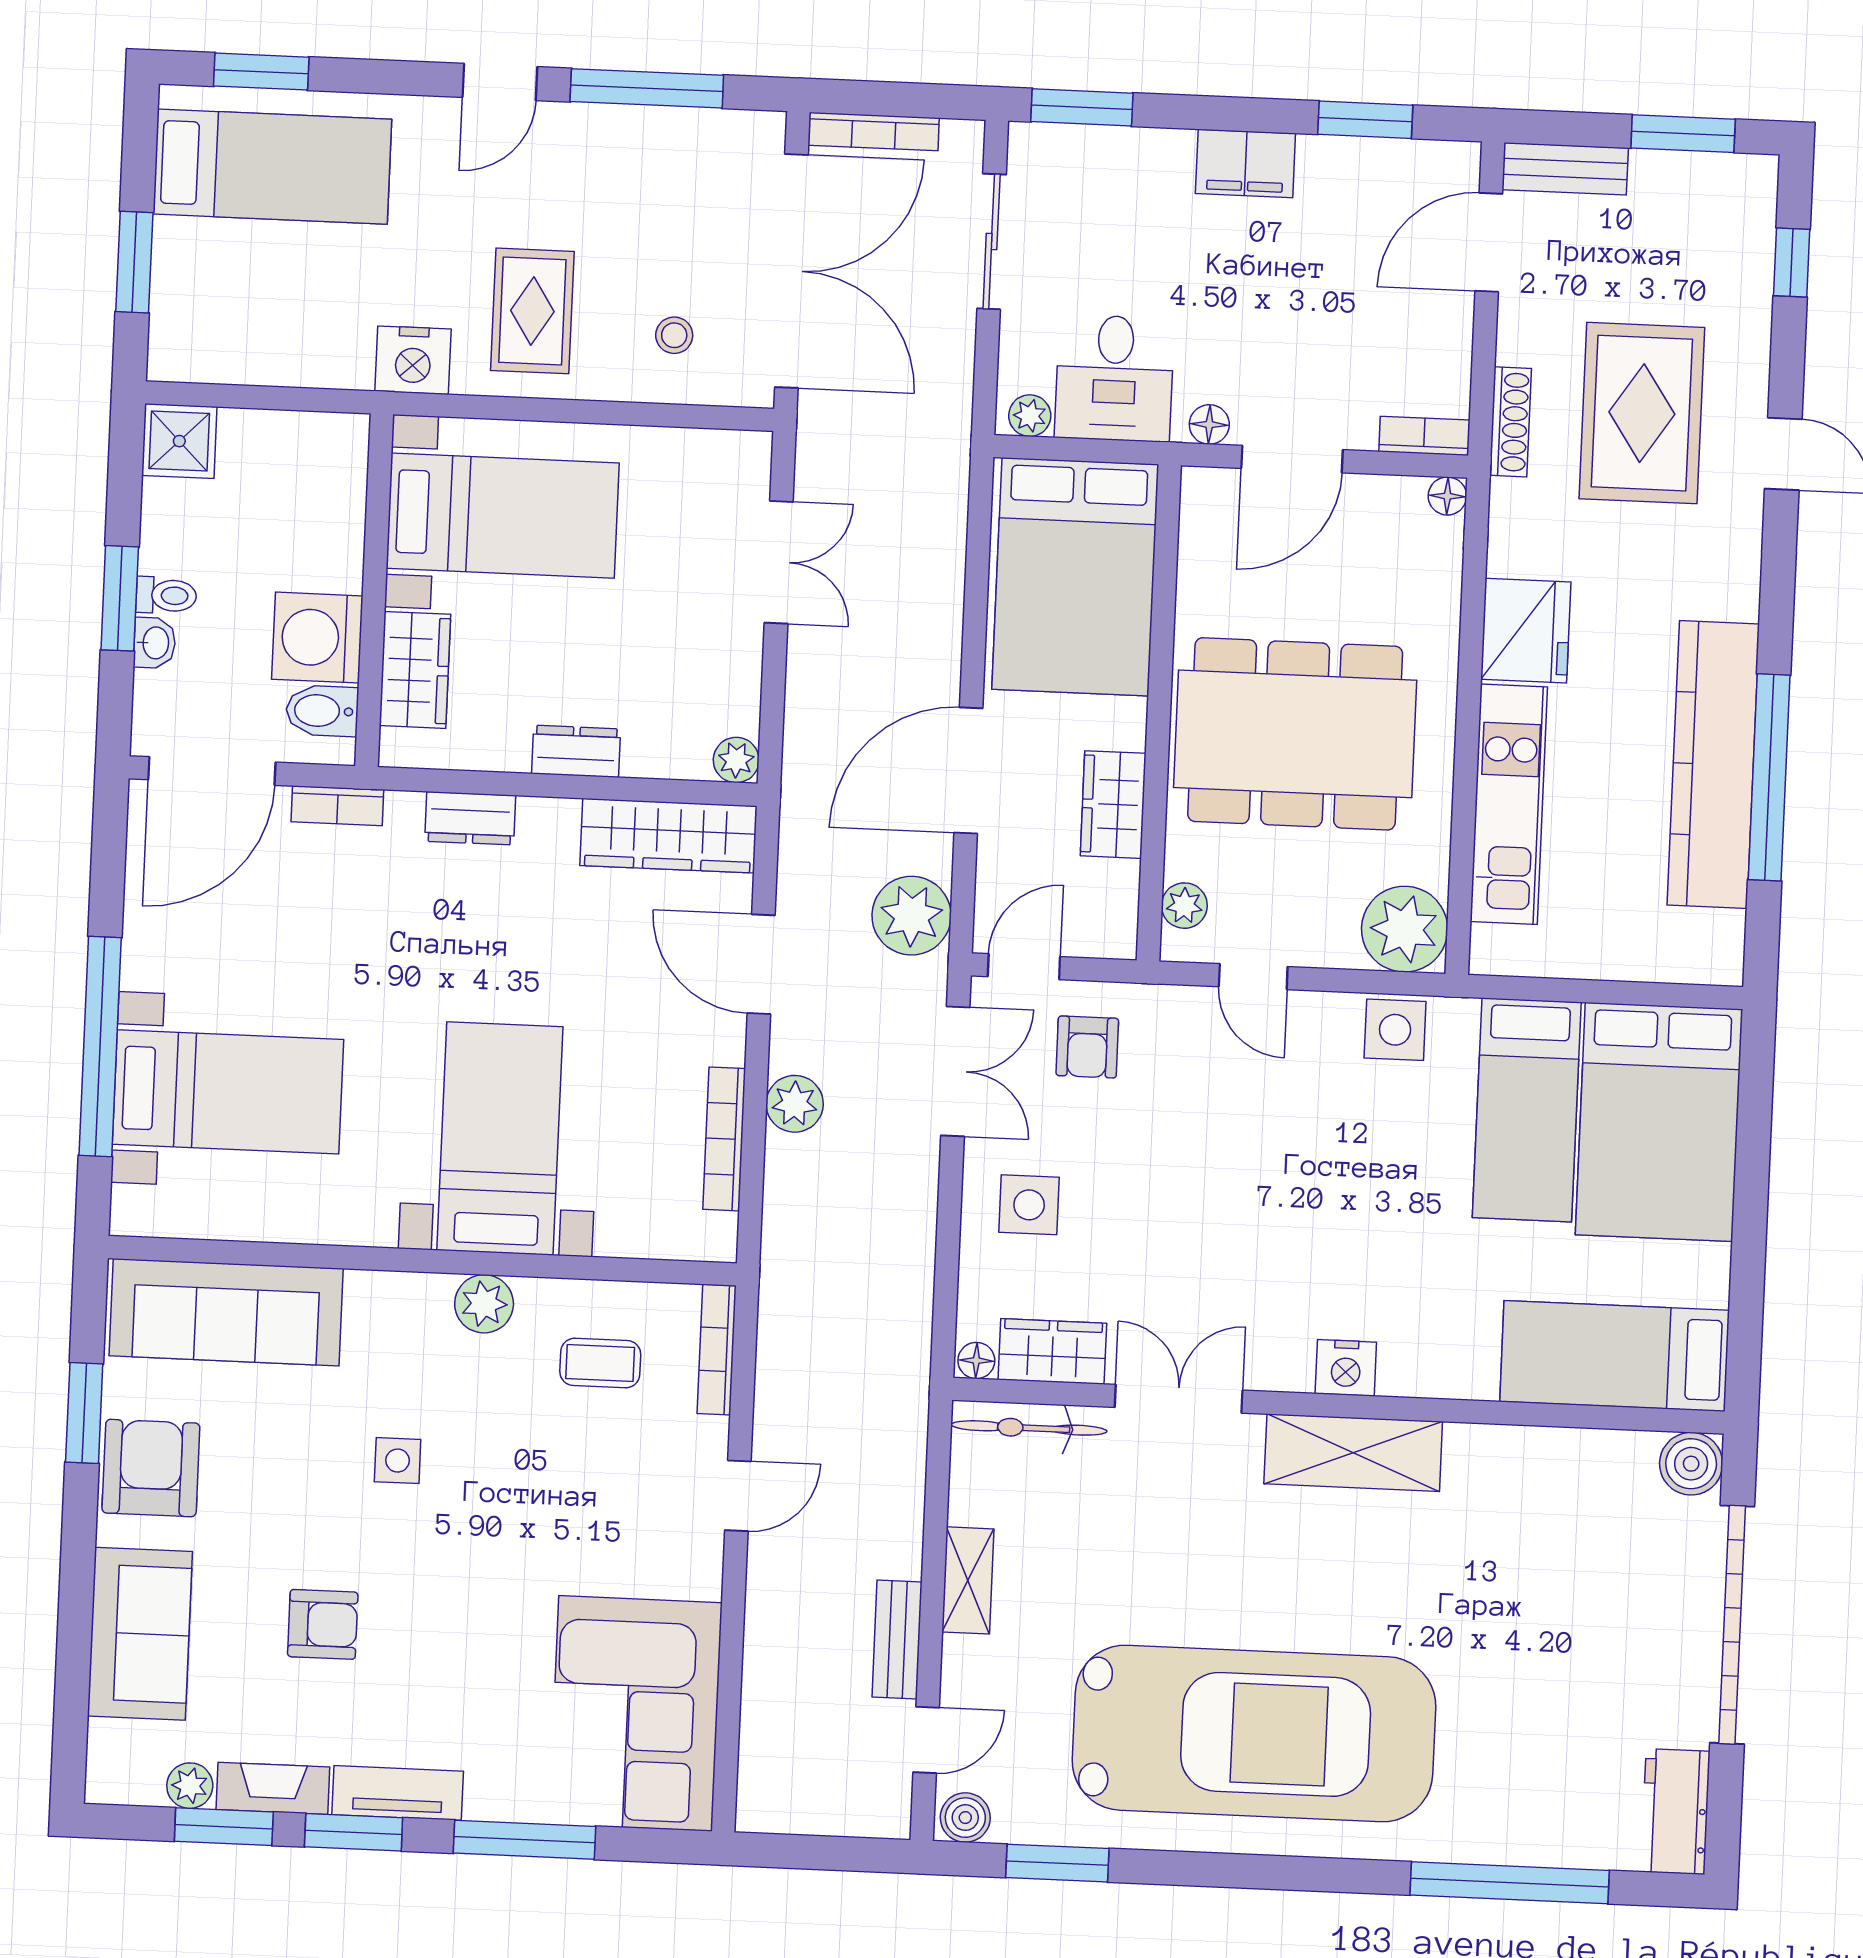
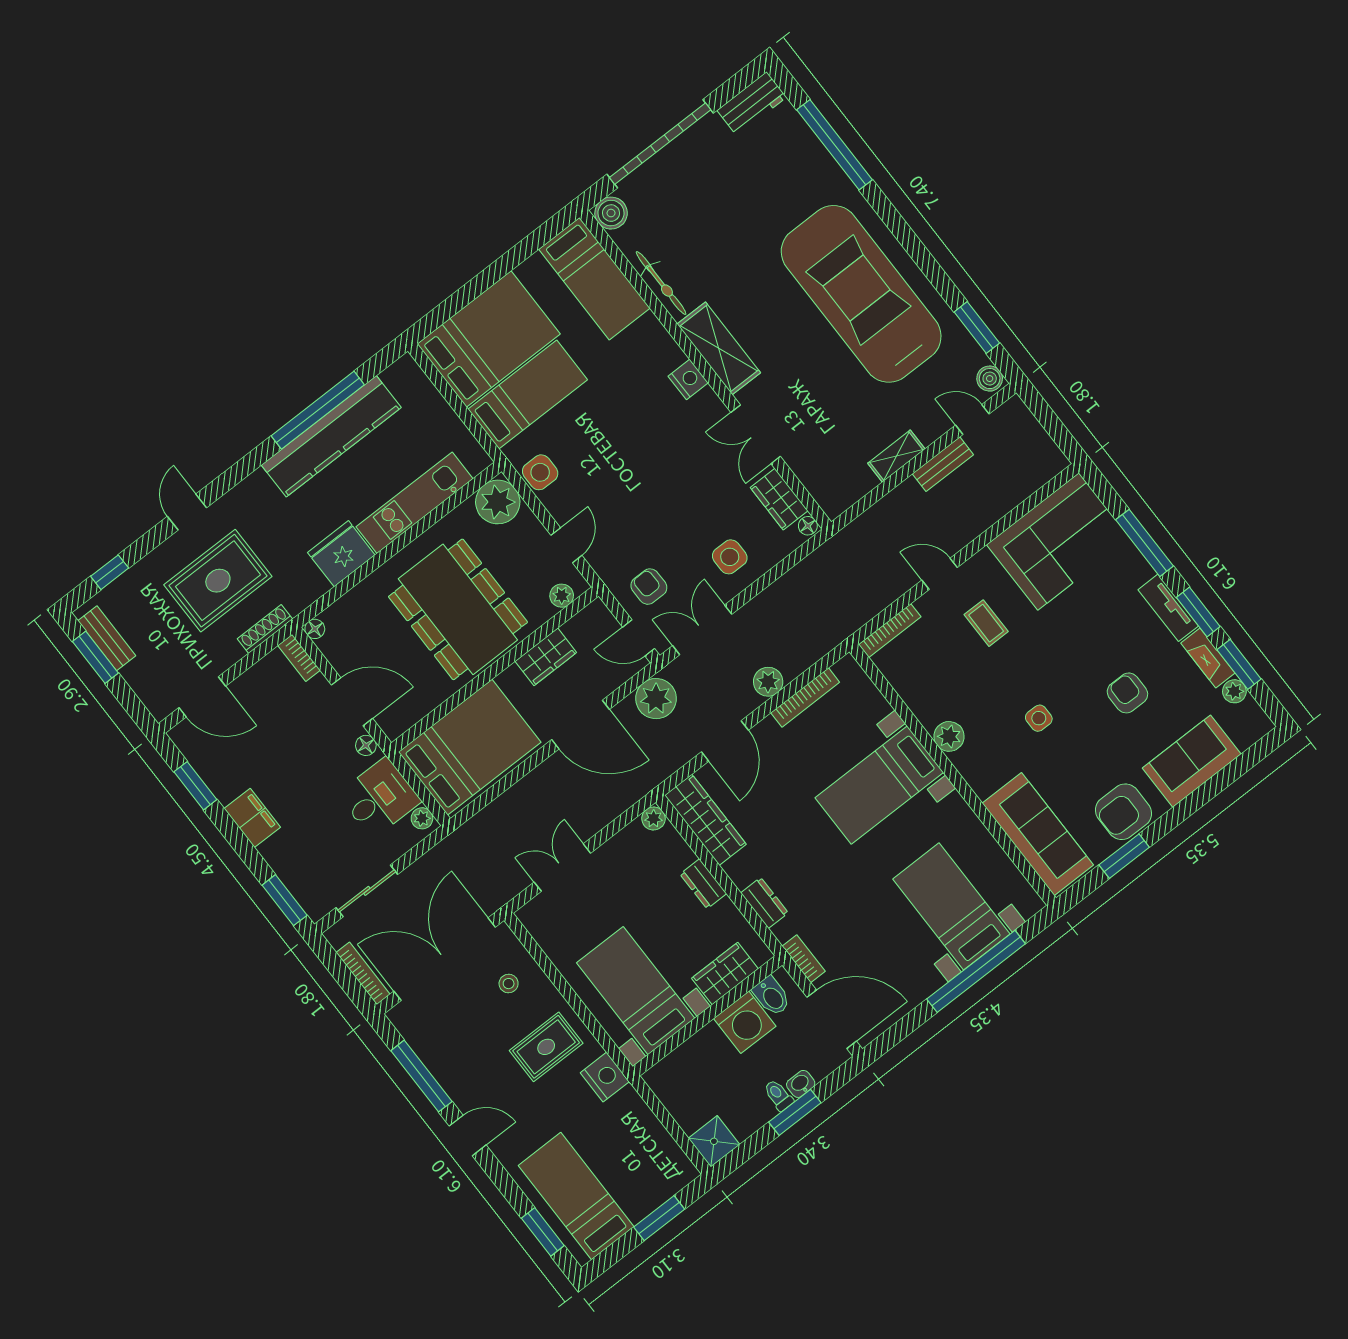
bench: (1565, 169) -> (107, 638), moved
armchair: (1087, 1047) -> (649, 587), turned -90
coffee table: (600, 1363) -> (986, 623), moved
bicycle: (1029, 1428) -> (661, 283), moved

